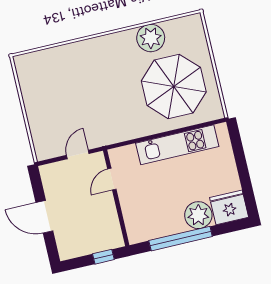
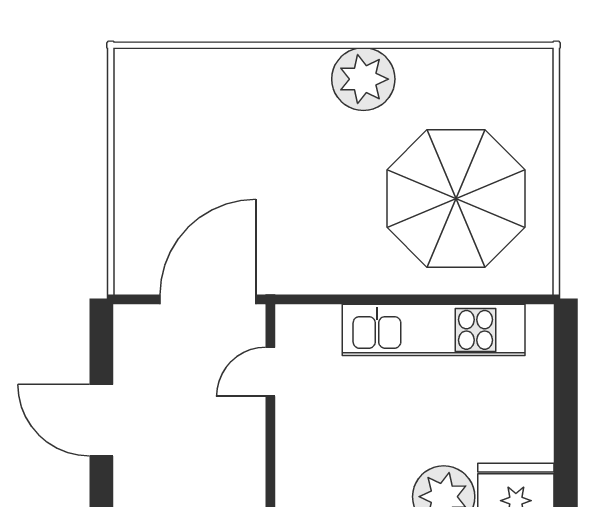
plant: (151, 38) -> (363, 79), moved
door: (78, 154) -> (208, 299), width x1.88

